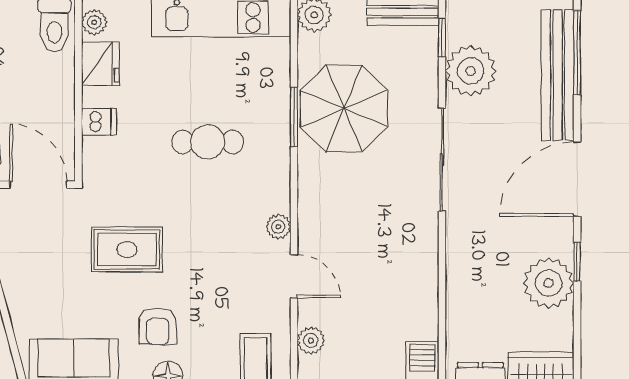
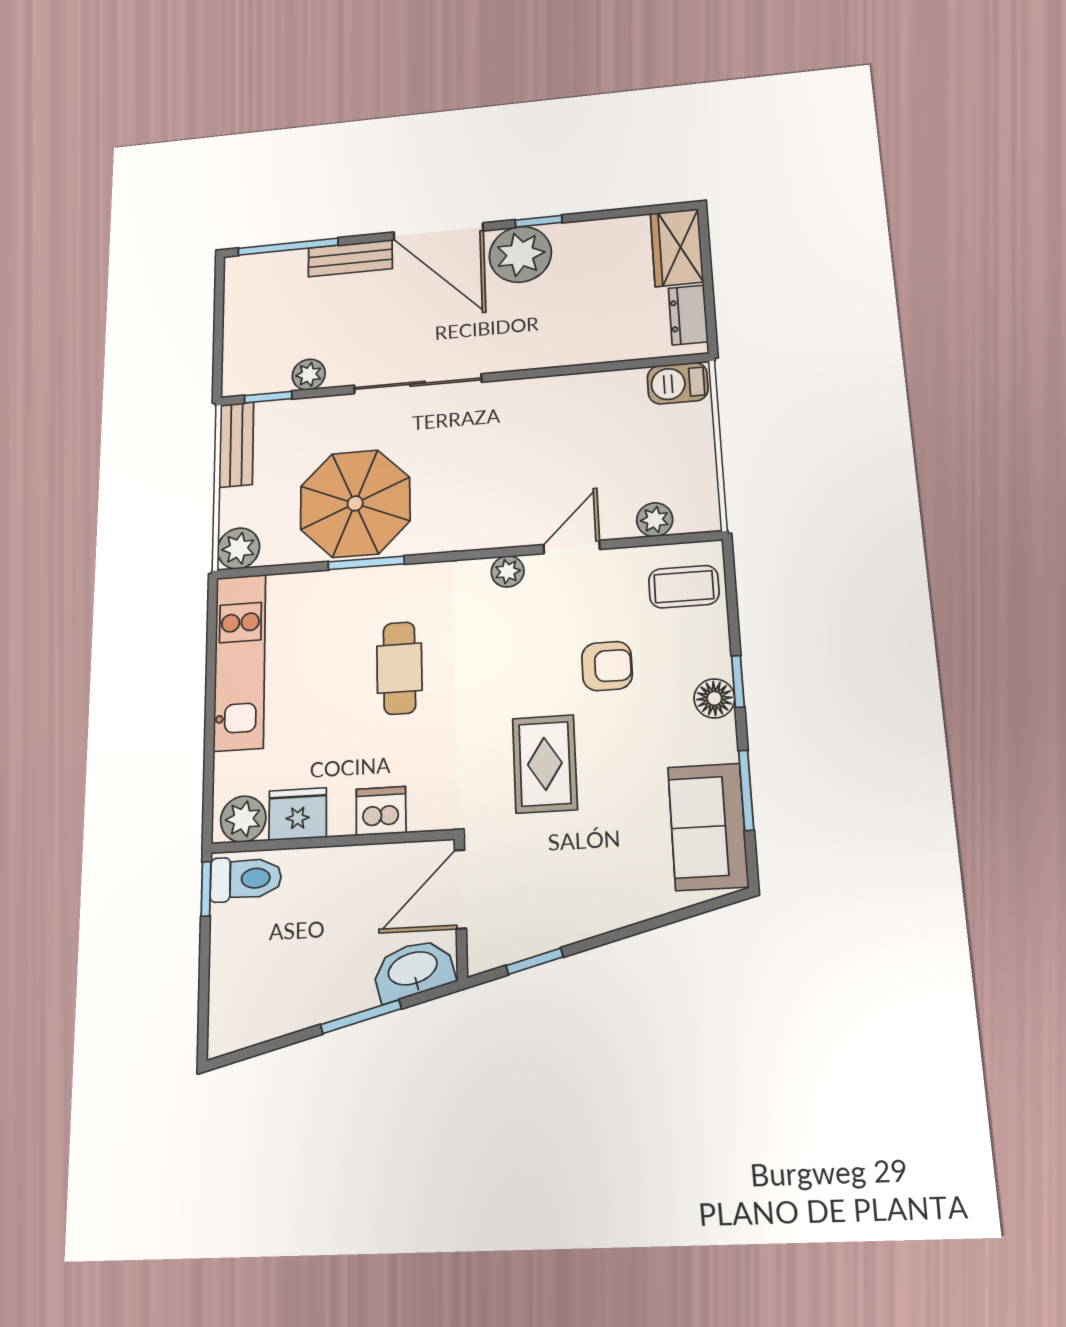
plant: (94, 22) -> (243, 819), width x1.38, depth x1.38
plant: (471, 71) -> (309, 375), width x0.53, depth x0.53
bench: (558, 75) -> (350, 258), width x0.54, depth x0.82
dishwasher: (99, 122) -> (381, 811), width x1.38
plant: (549, 283) -> (520, 254), moved
armchair: (158, 326) -> (607, 666), moved

